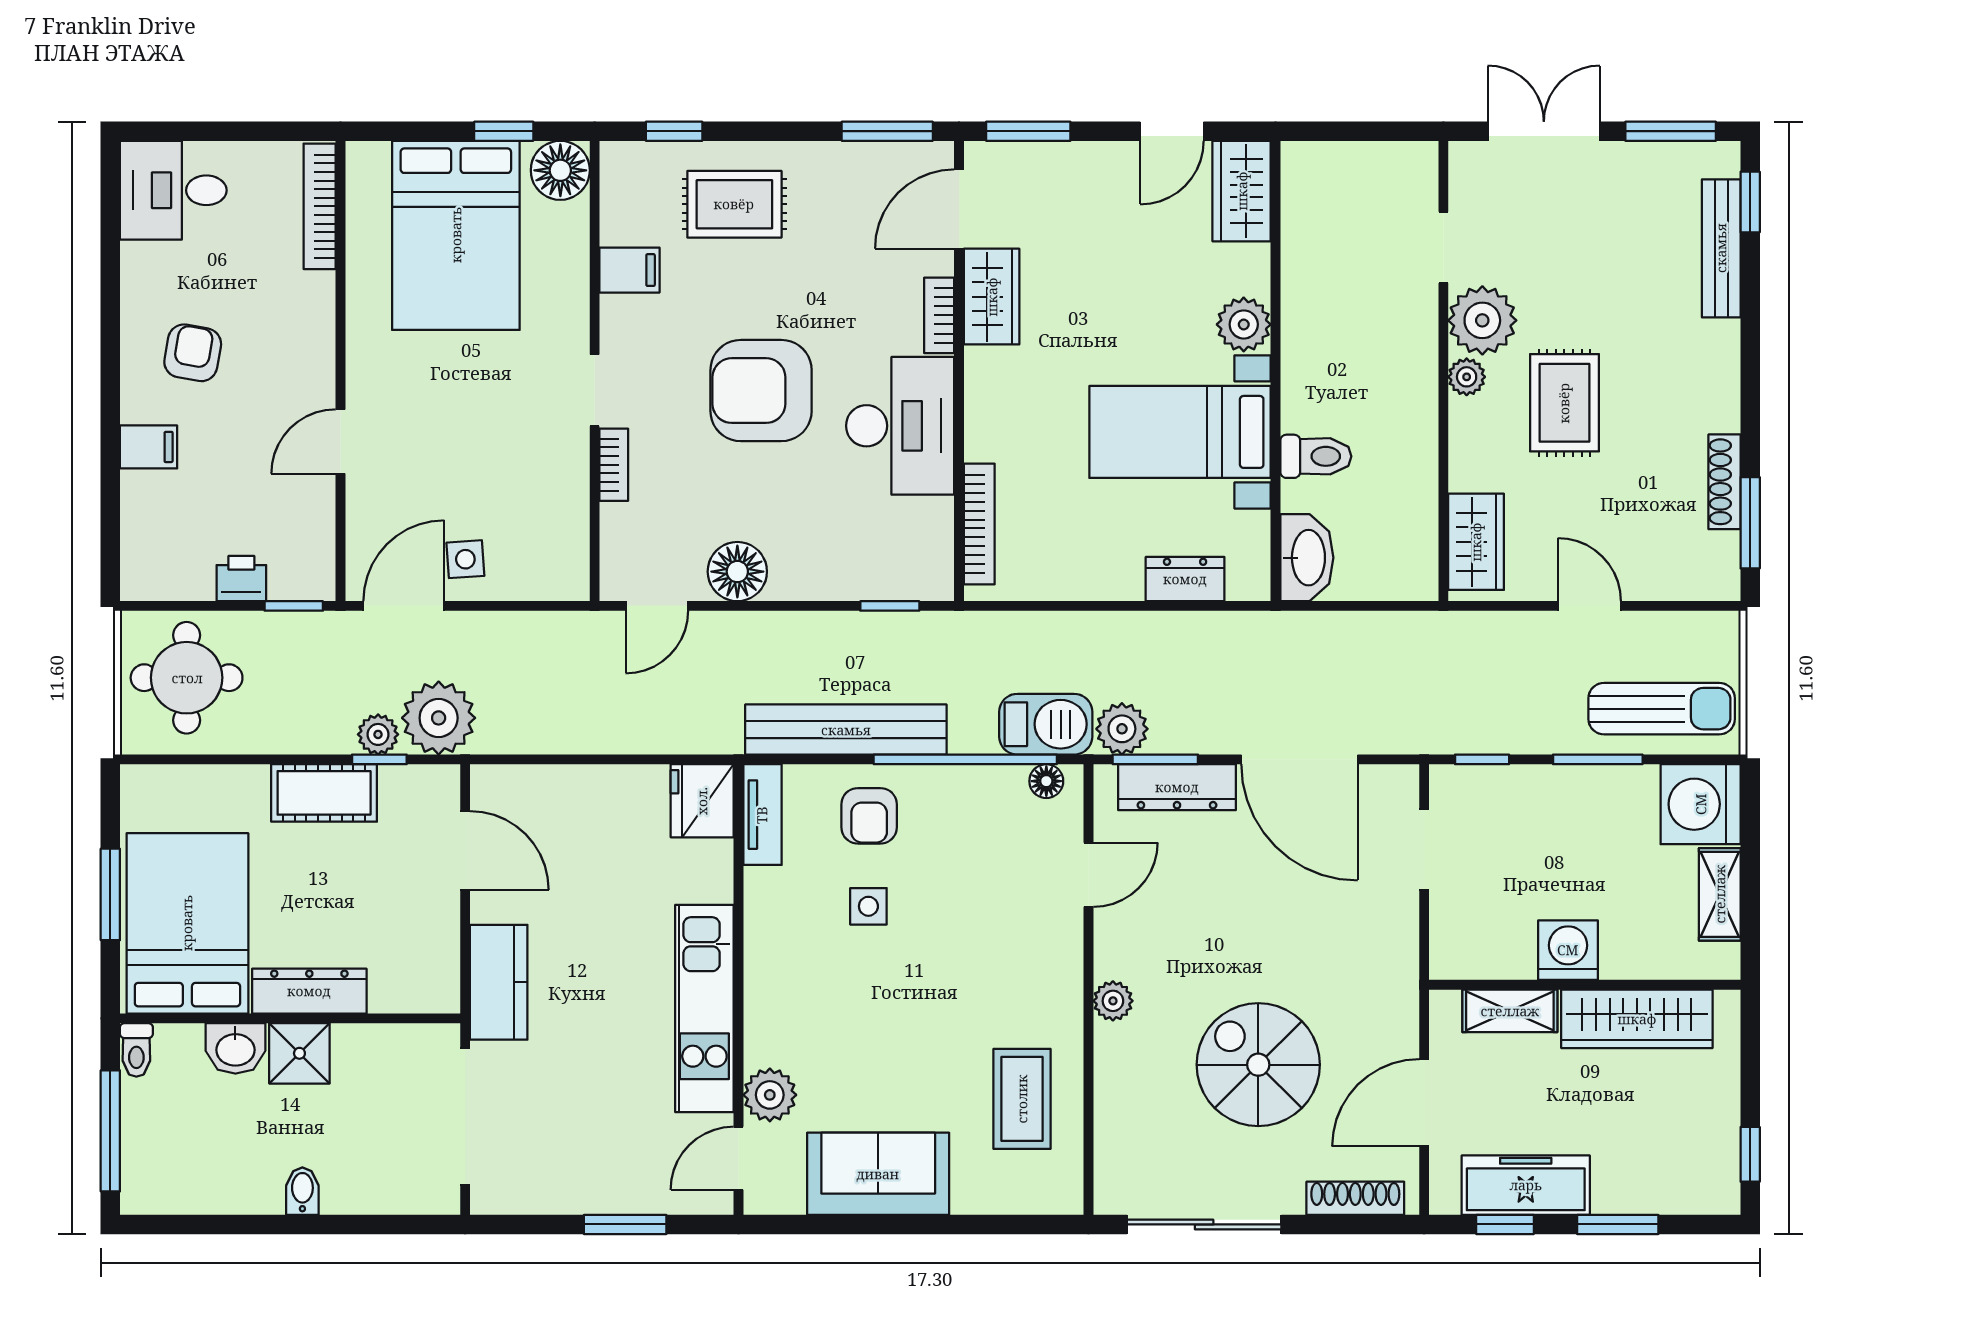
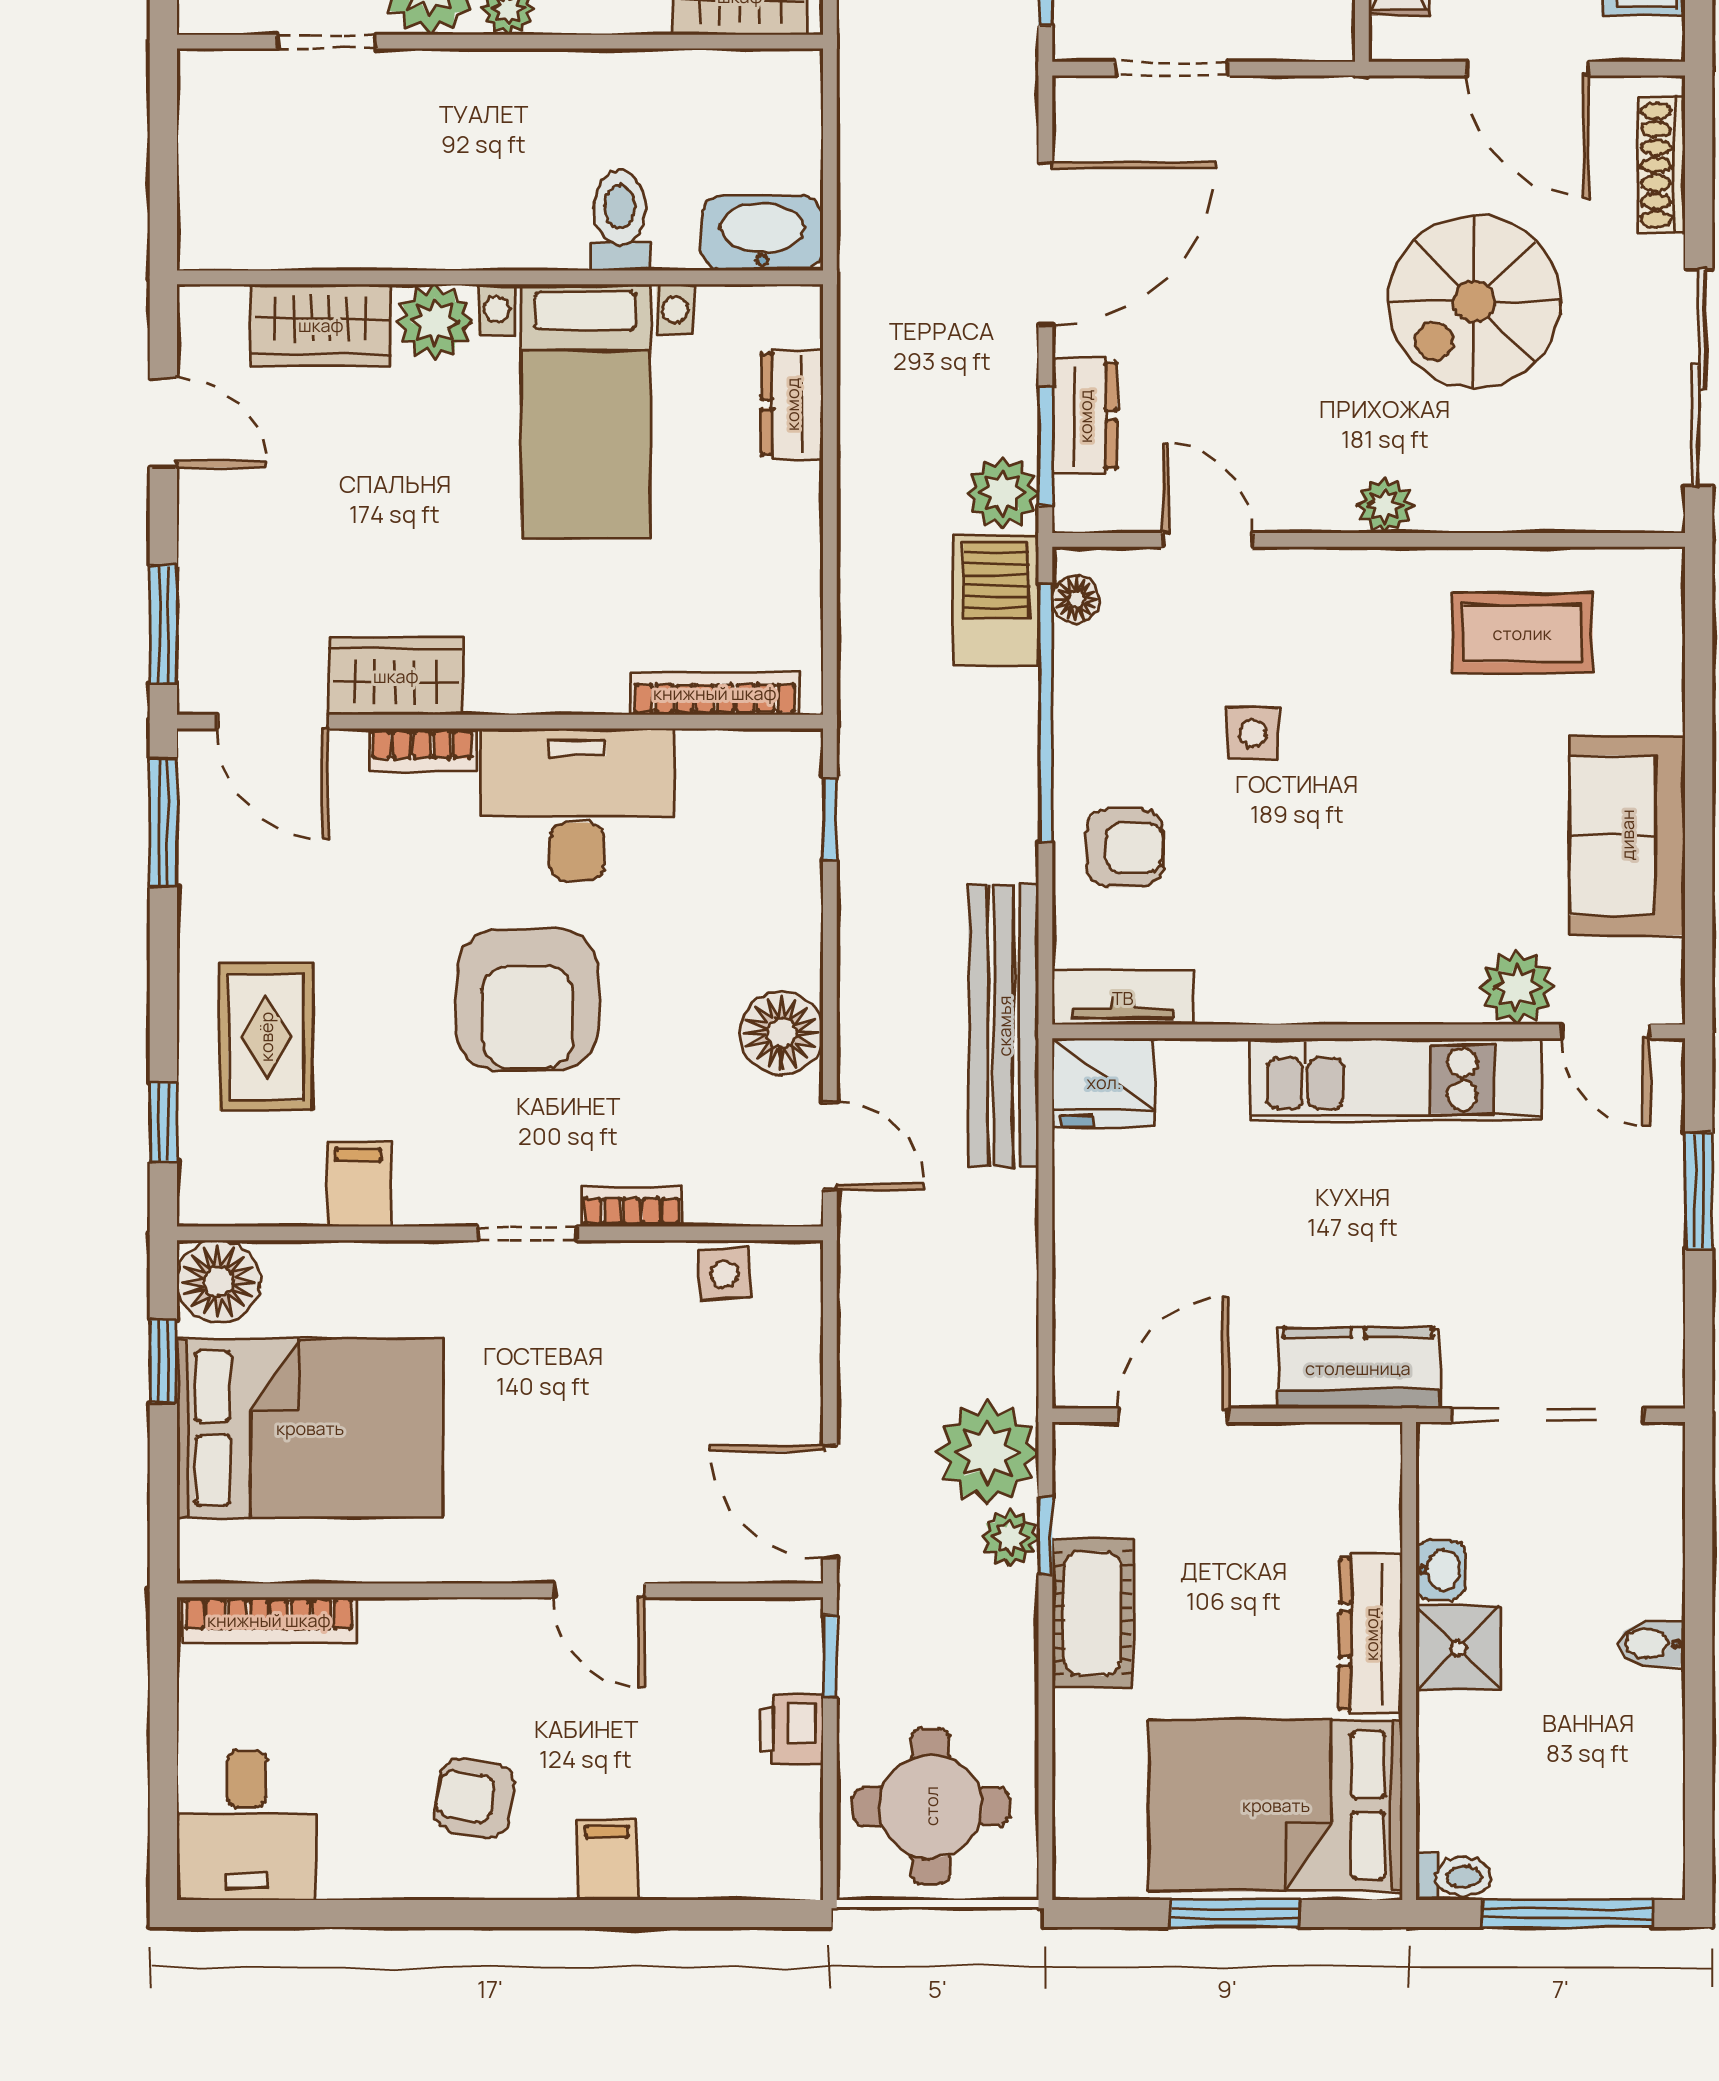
wardrobe: (1242, 191) -> (321, 325), moved
side table: (465, 559) -> (724, 1274), moved
bench: (846, 730) -> (1004, 1026), moved
dresser: (1177, 787) -> (1085, 416), width x0.70
side table: (868, 906) -> (1253, 733), moved
washbasin: (235, 1048) -> (1440, 1570), moved, width x0.72, depth x0.69

